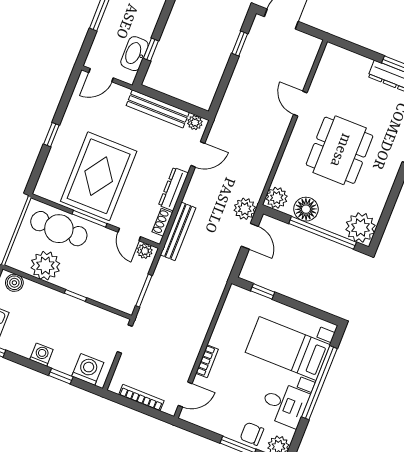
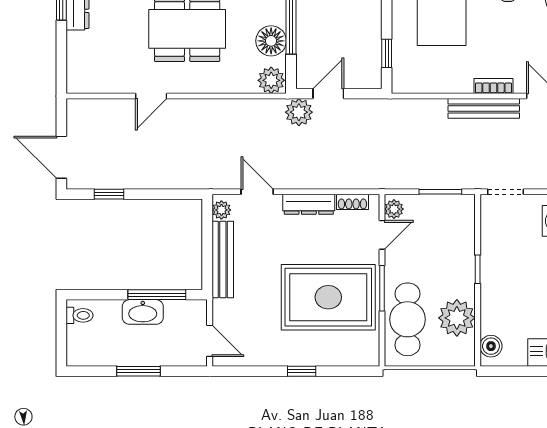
window: (151, 50) -> (157, 295), width x2.17
washbasin: (134, 54) -> (143, 312), moved
bench: (178, 231) -> (484, 108), moved

